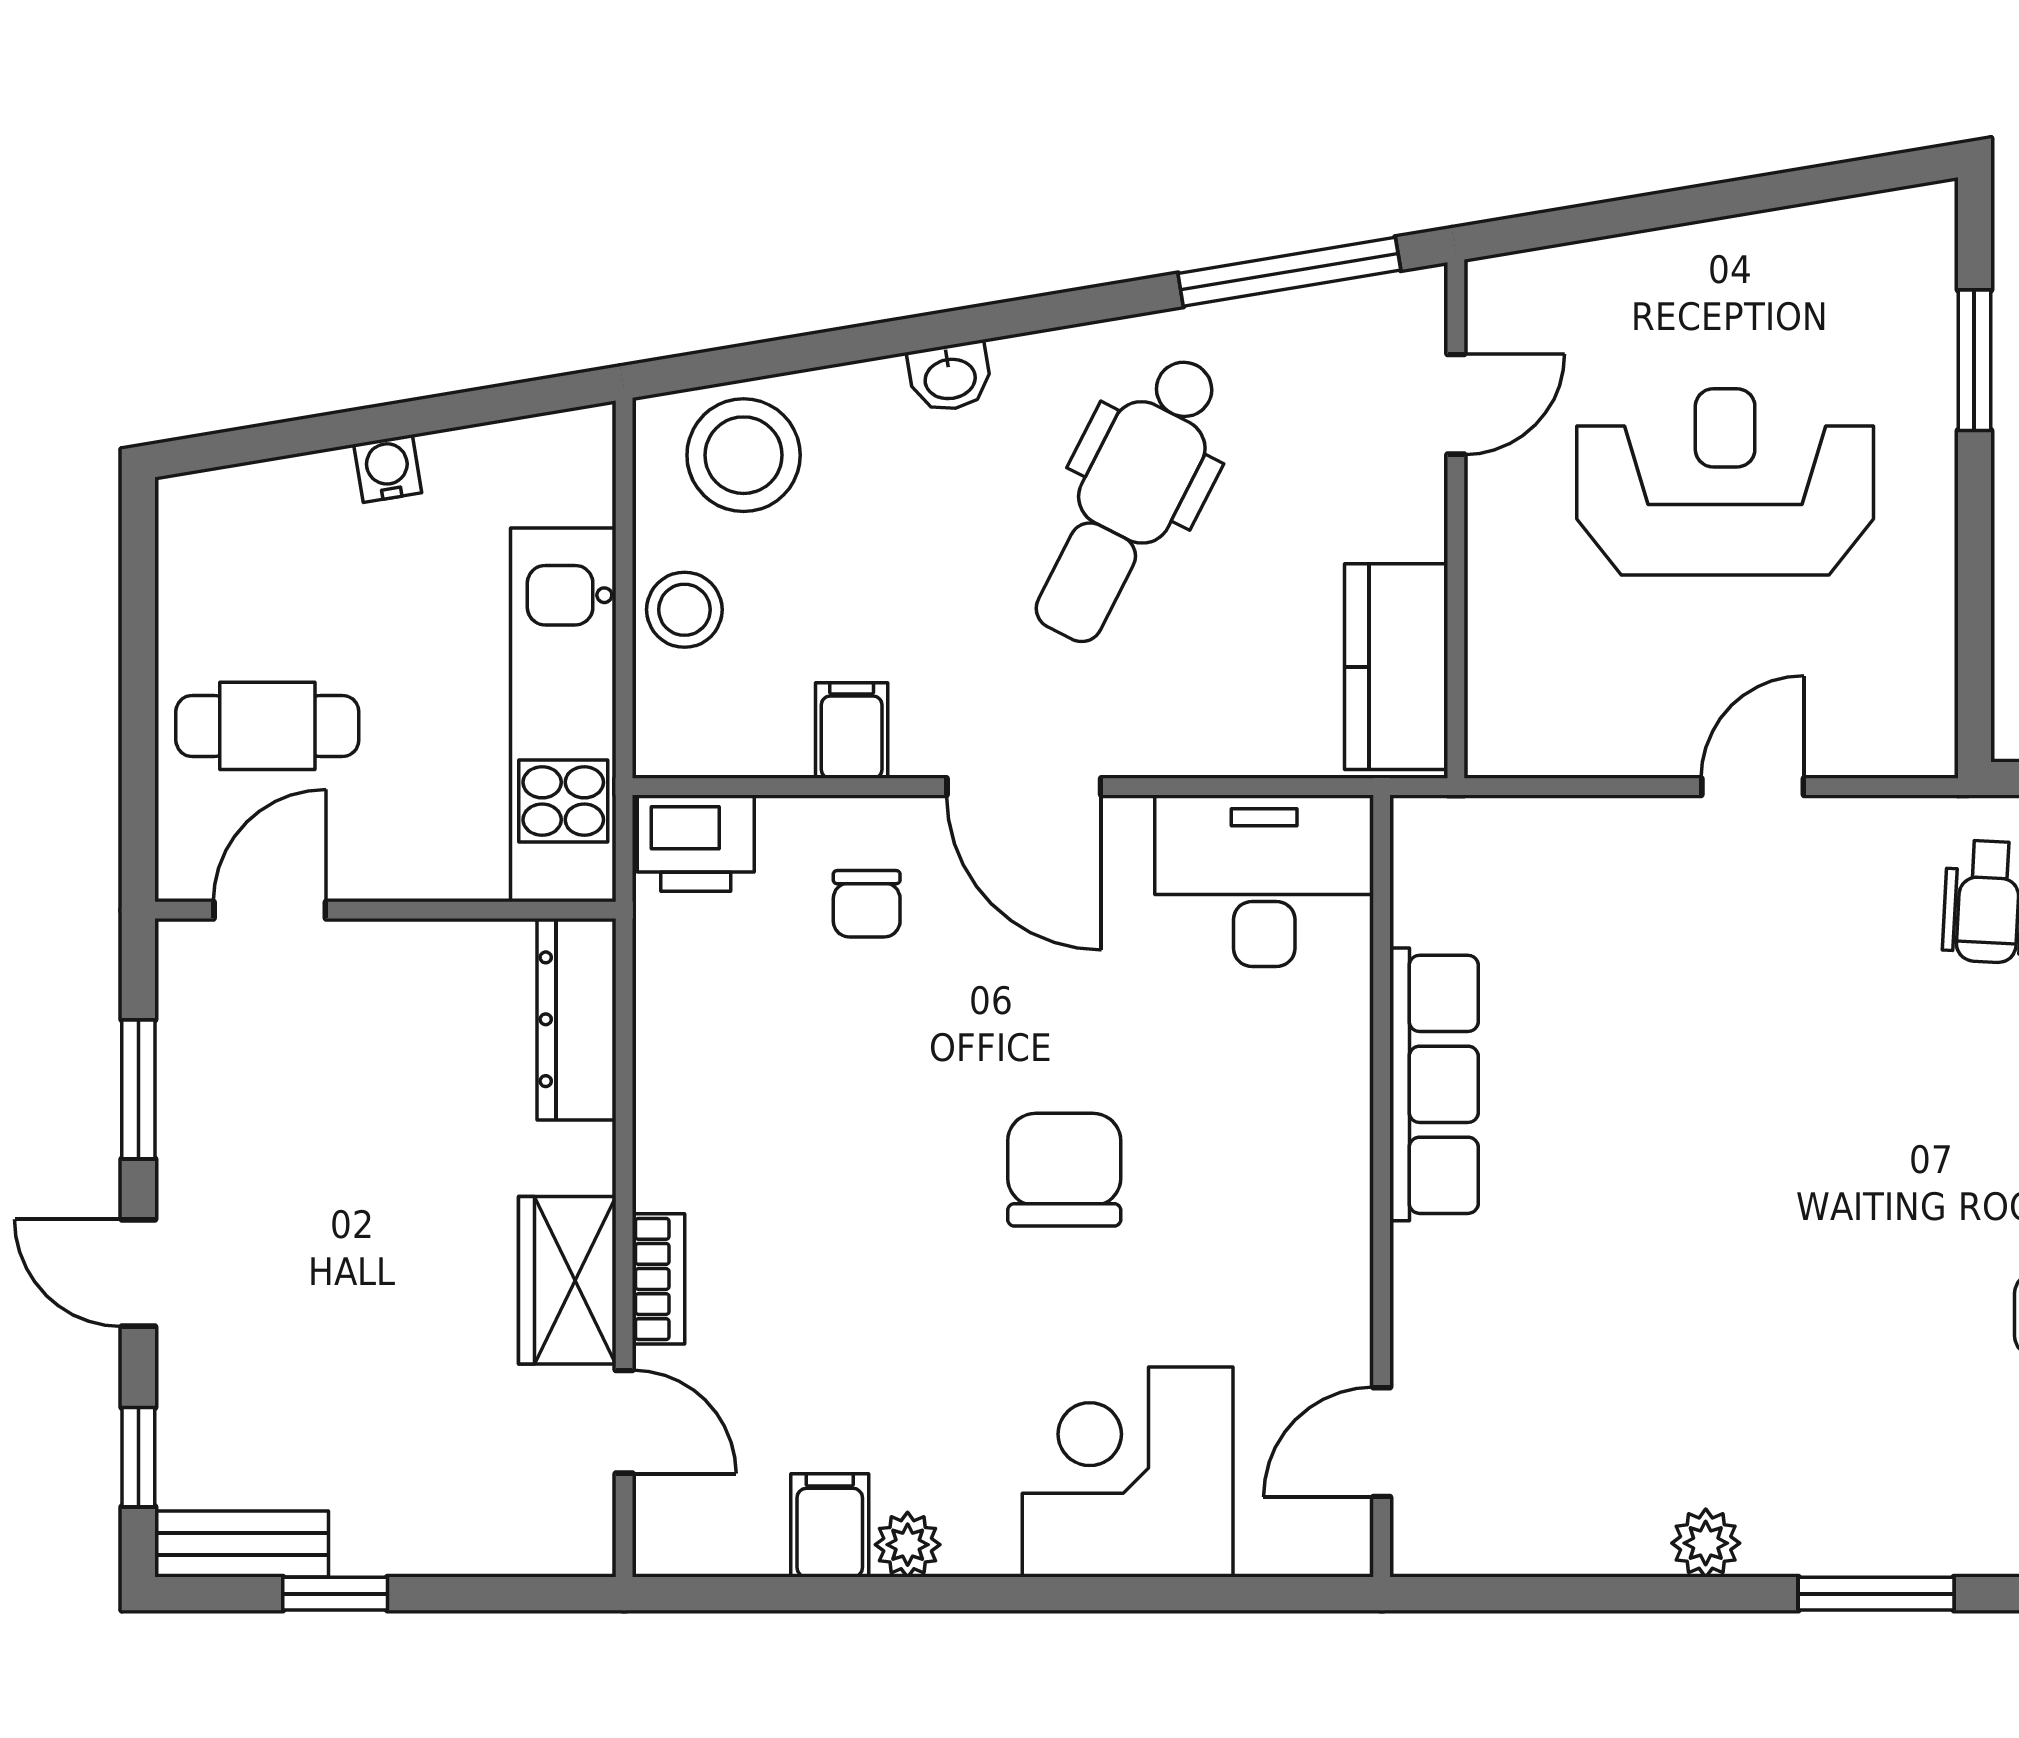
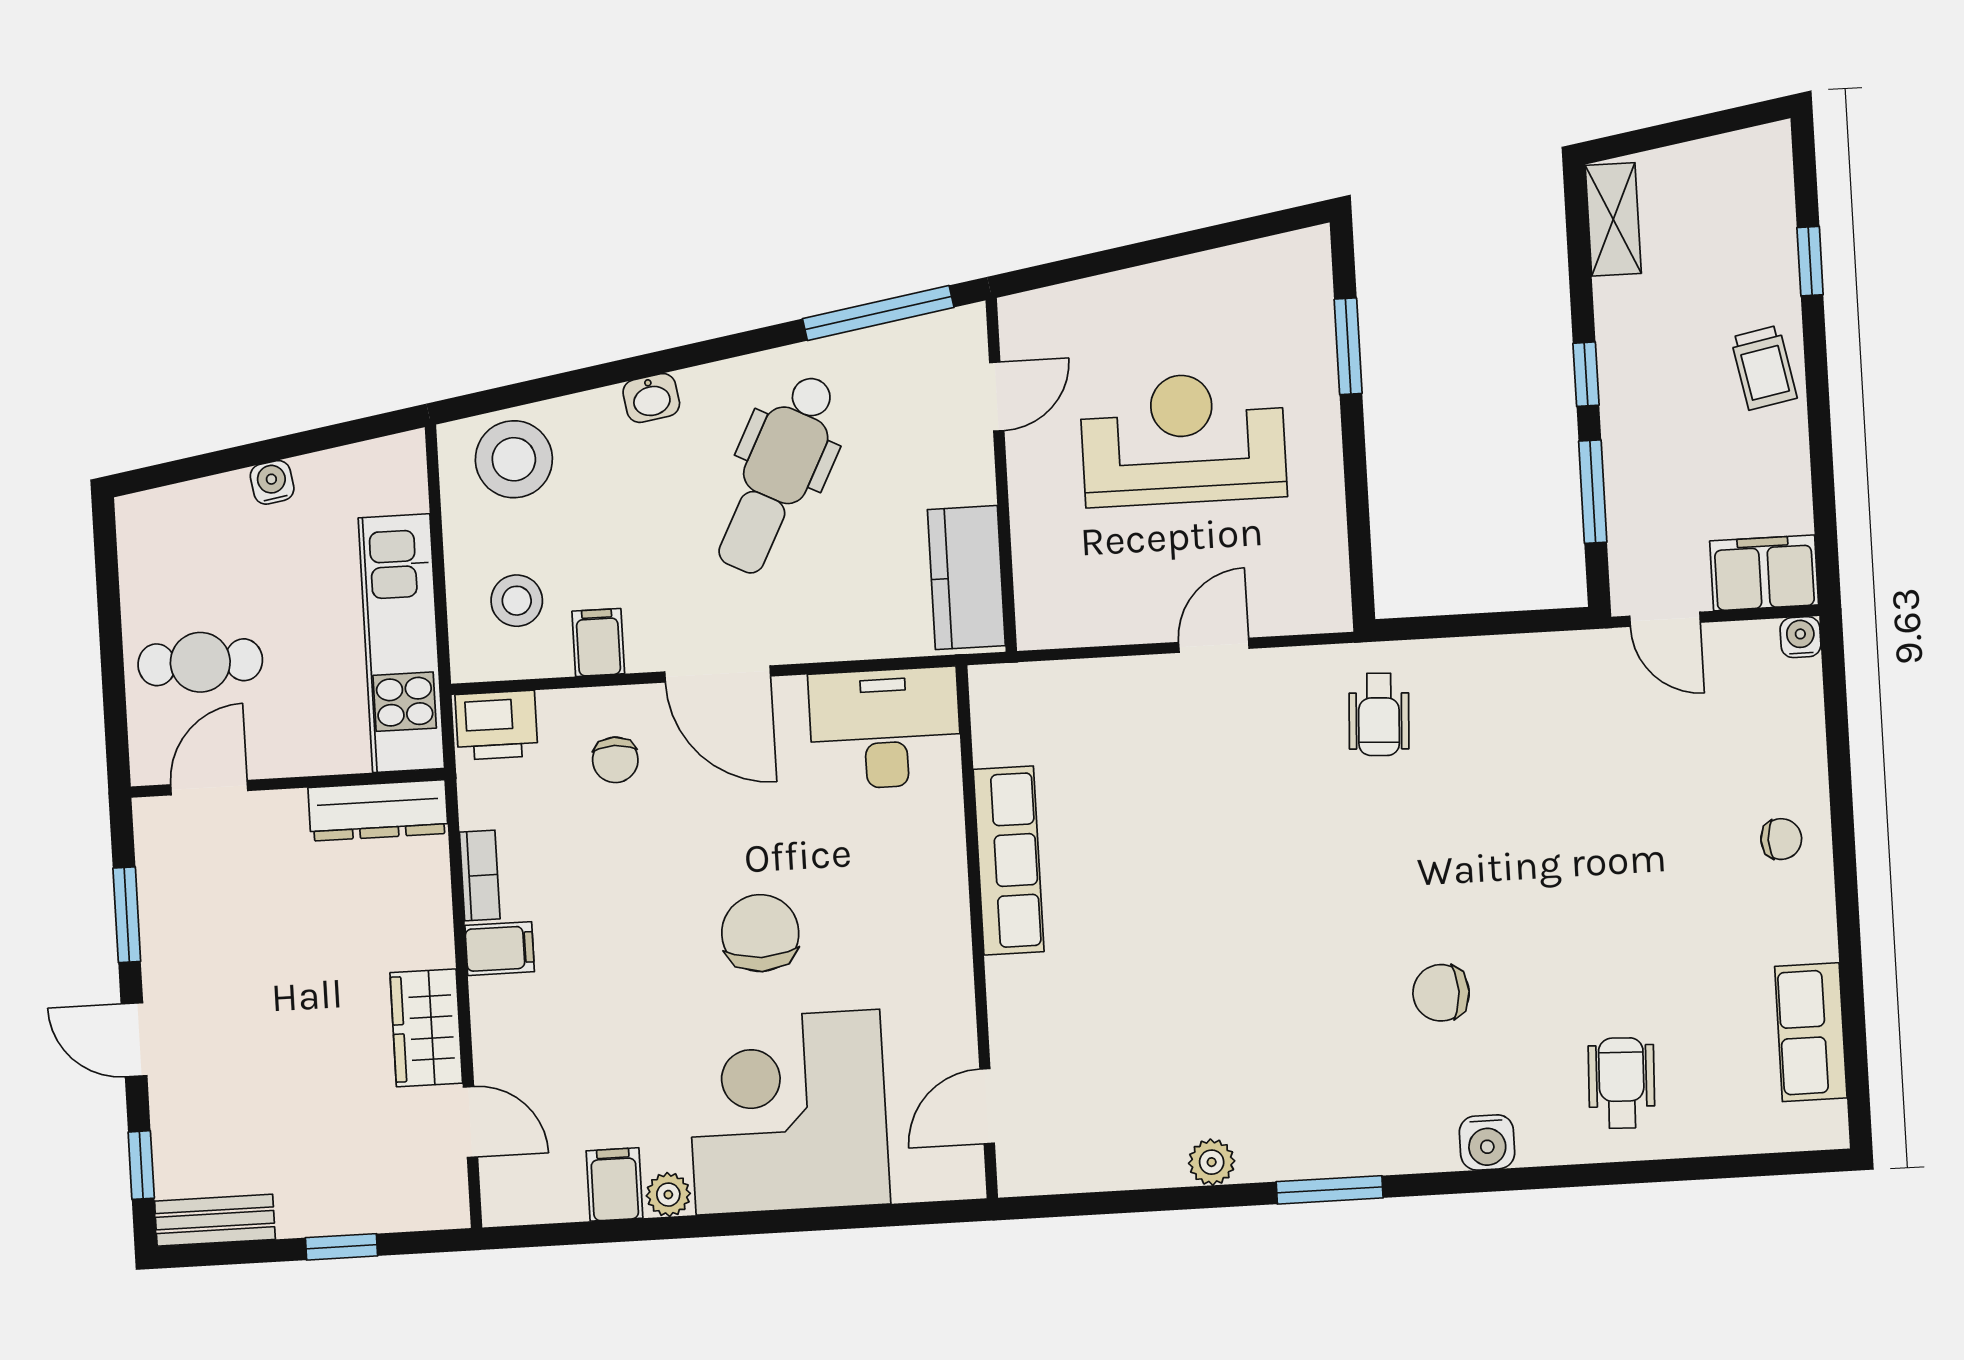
stool: (684, 610) -> (517, 601), moved
dresser: (576, 1019) -> (378, 810), moved, turned -90
filing cabinet: (681, 1170) -> (500, 949), added
bookcase: (659, 1279) -> (480, 876), moved
corner desk: (1128, 1472) -> (788, 1112), width x1.36, depth x1.36
window: (335, 1594) -> (342, 1247), moved

